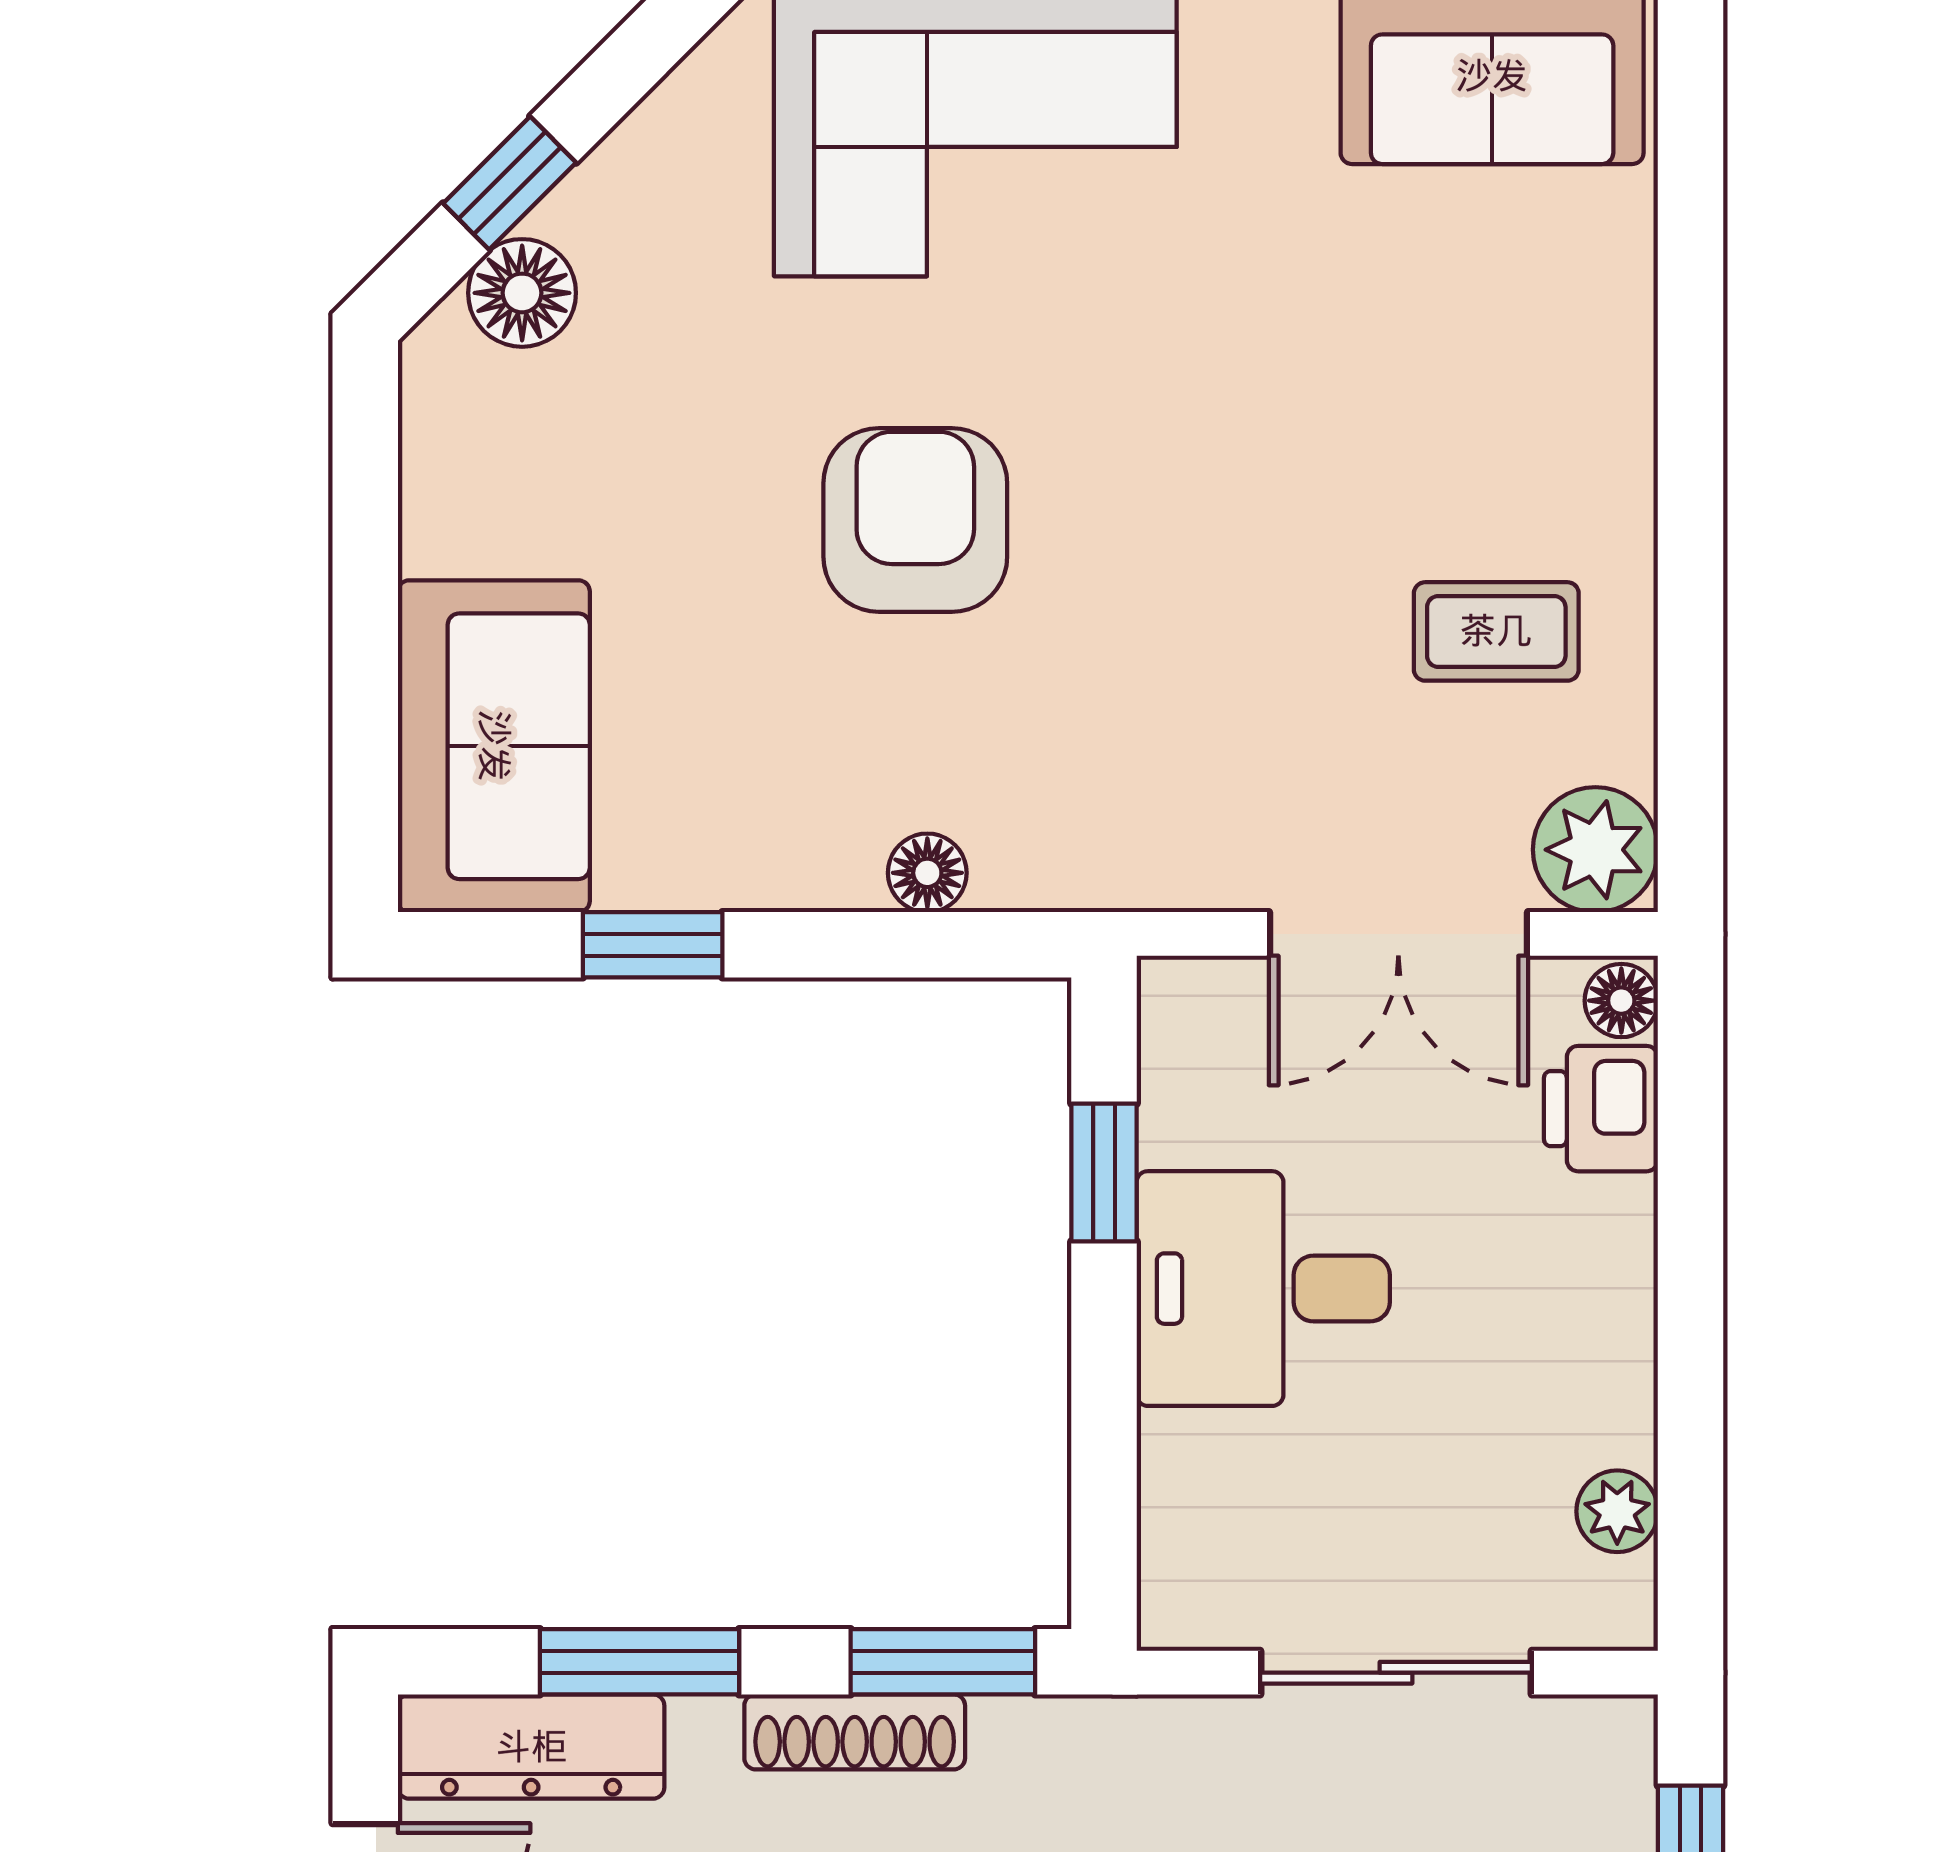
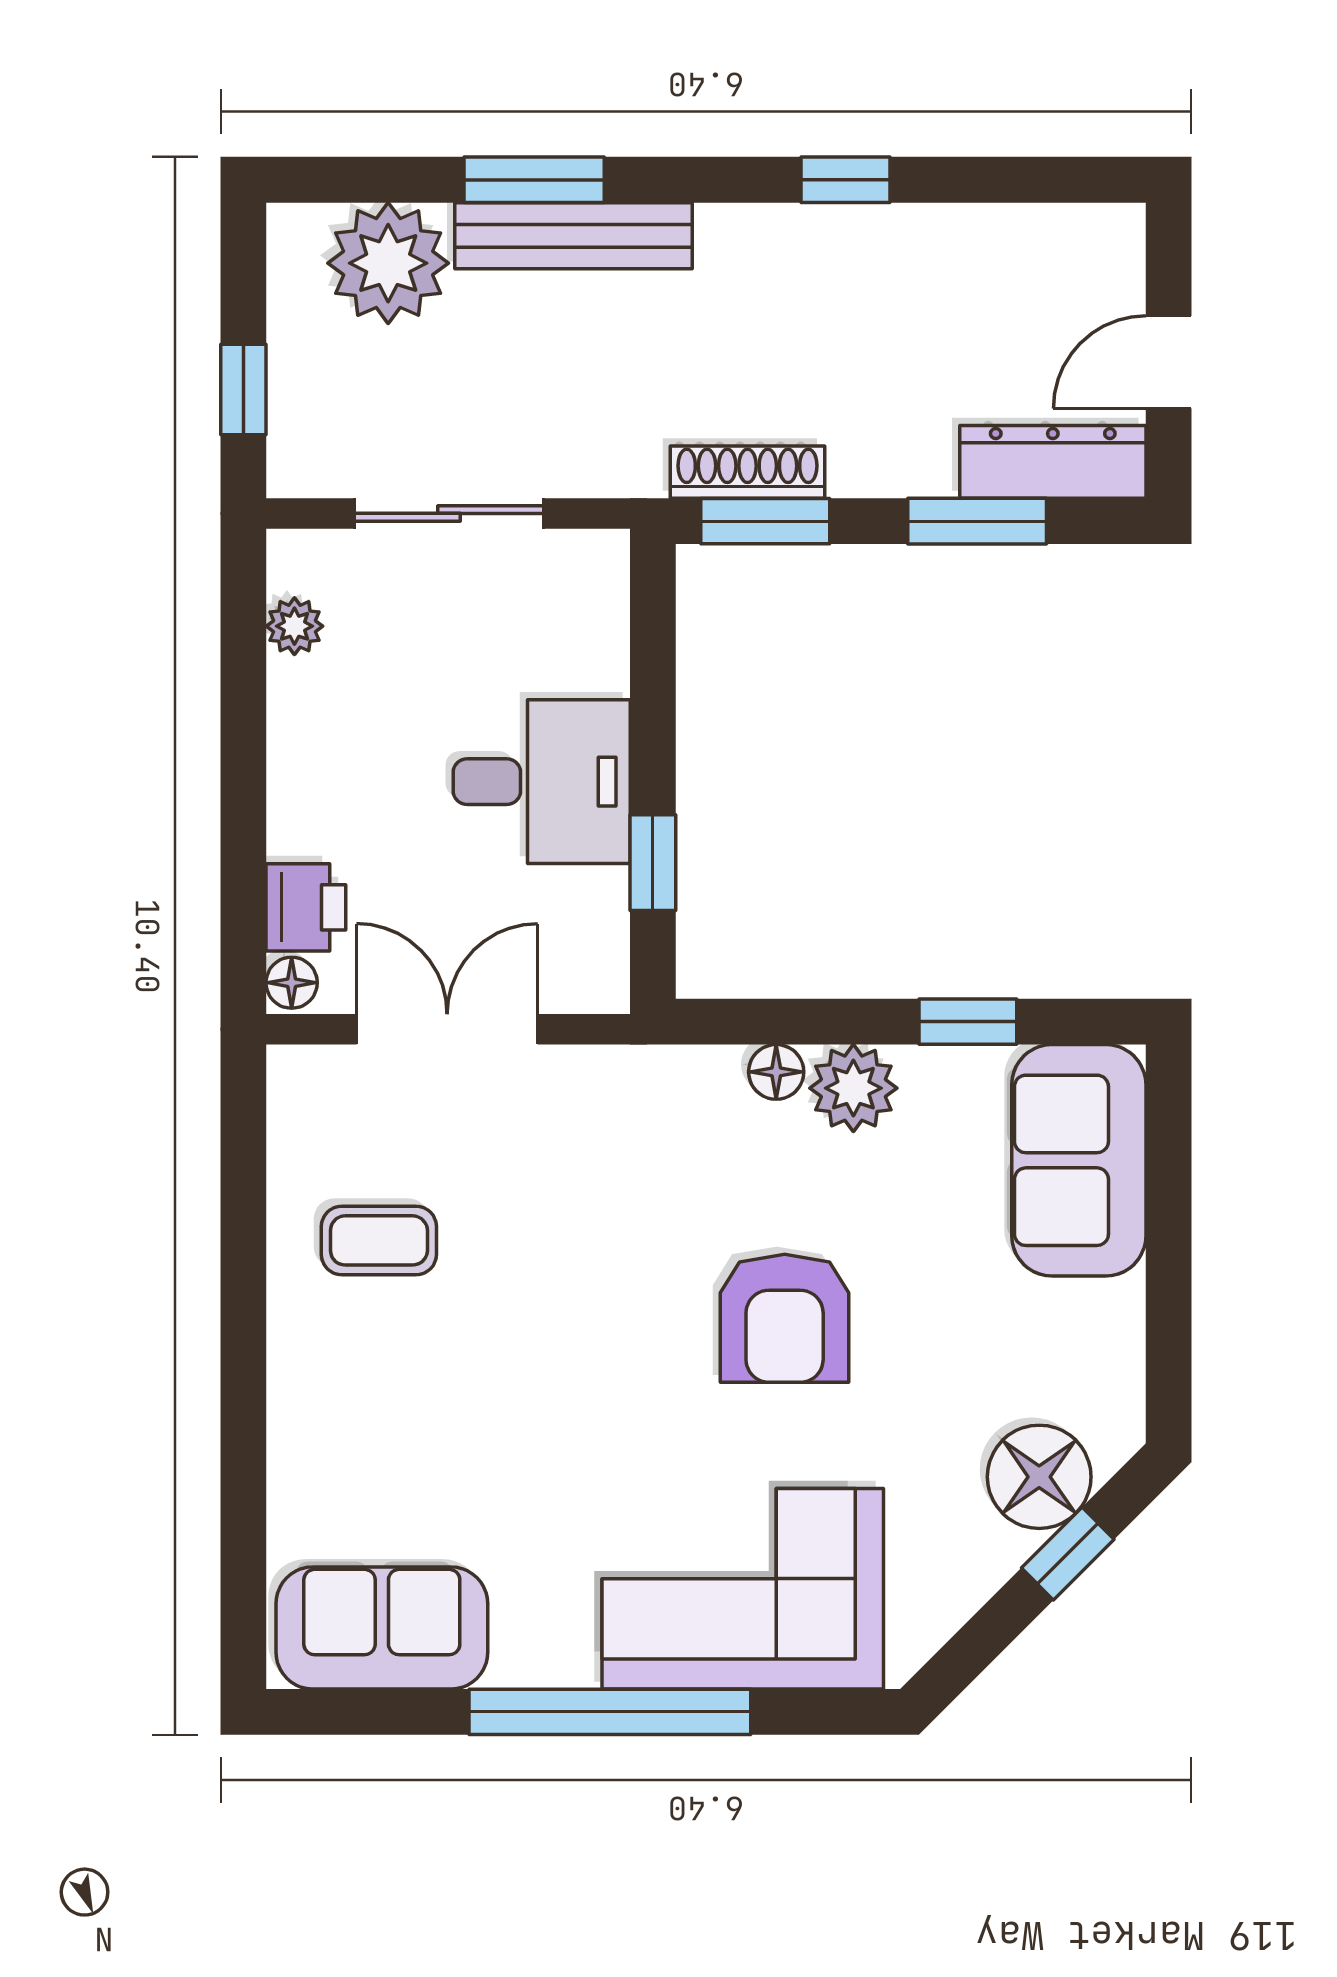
floor lamp: (522, 293) -> (1039, 1477), width x1.38, depth x1.38
plant: (1595, 850) -> (853, 1088), moved
shoe rack: (855, 1732) -> (748, 472), moved

